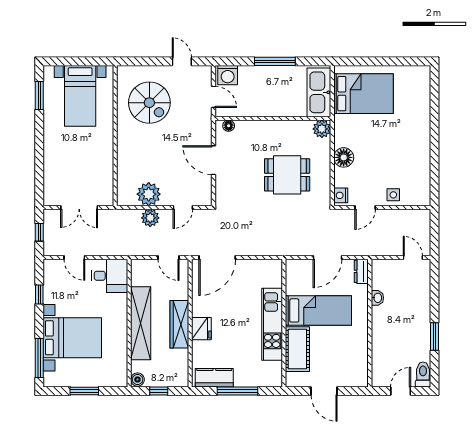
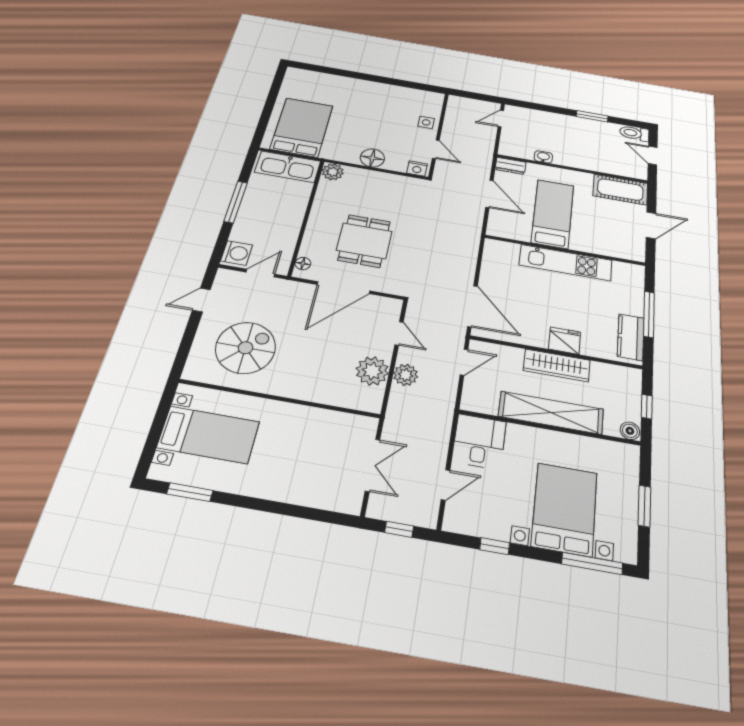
door: (214, 160) -> (344, 288), width x1.36
dining table: (287, 175) -> (364, 241), moved
cot: (297, 349) -> (620, 190), moved

